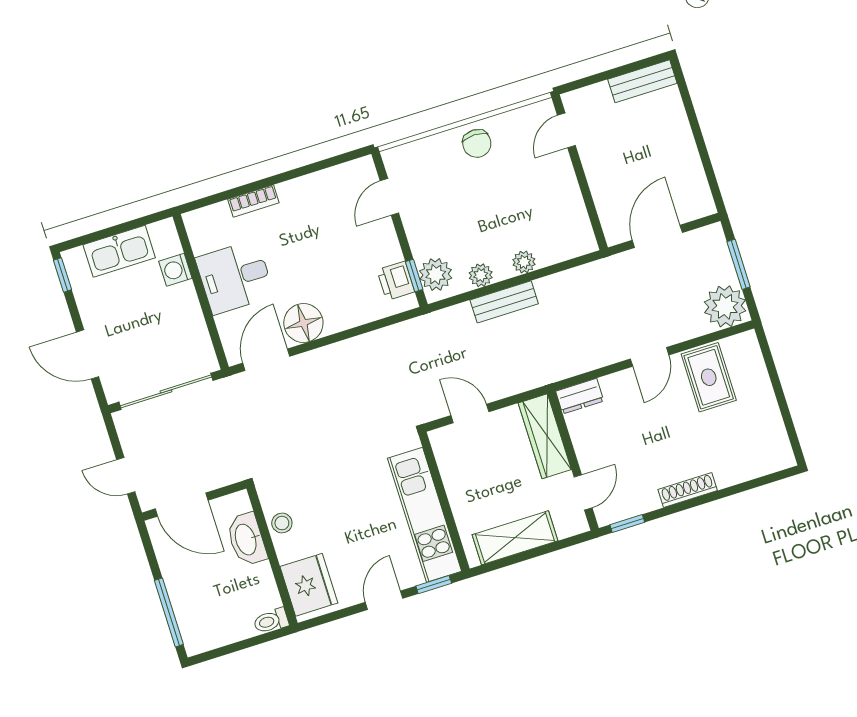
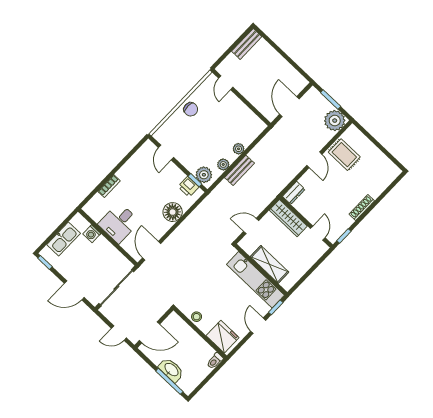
floor lamp: (303, 323) -> (173, 212), moved
shelving: (515, 538) -> (270, 264), moved, turned 90
washbasin: (247, 539) -> (171, 370), moved, turned 180

